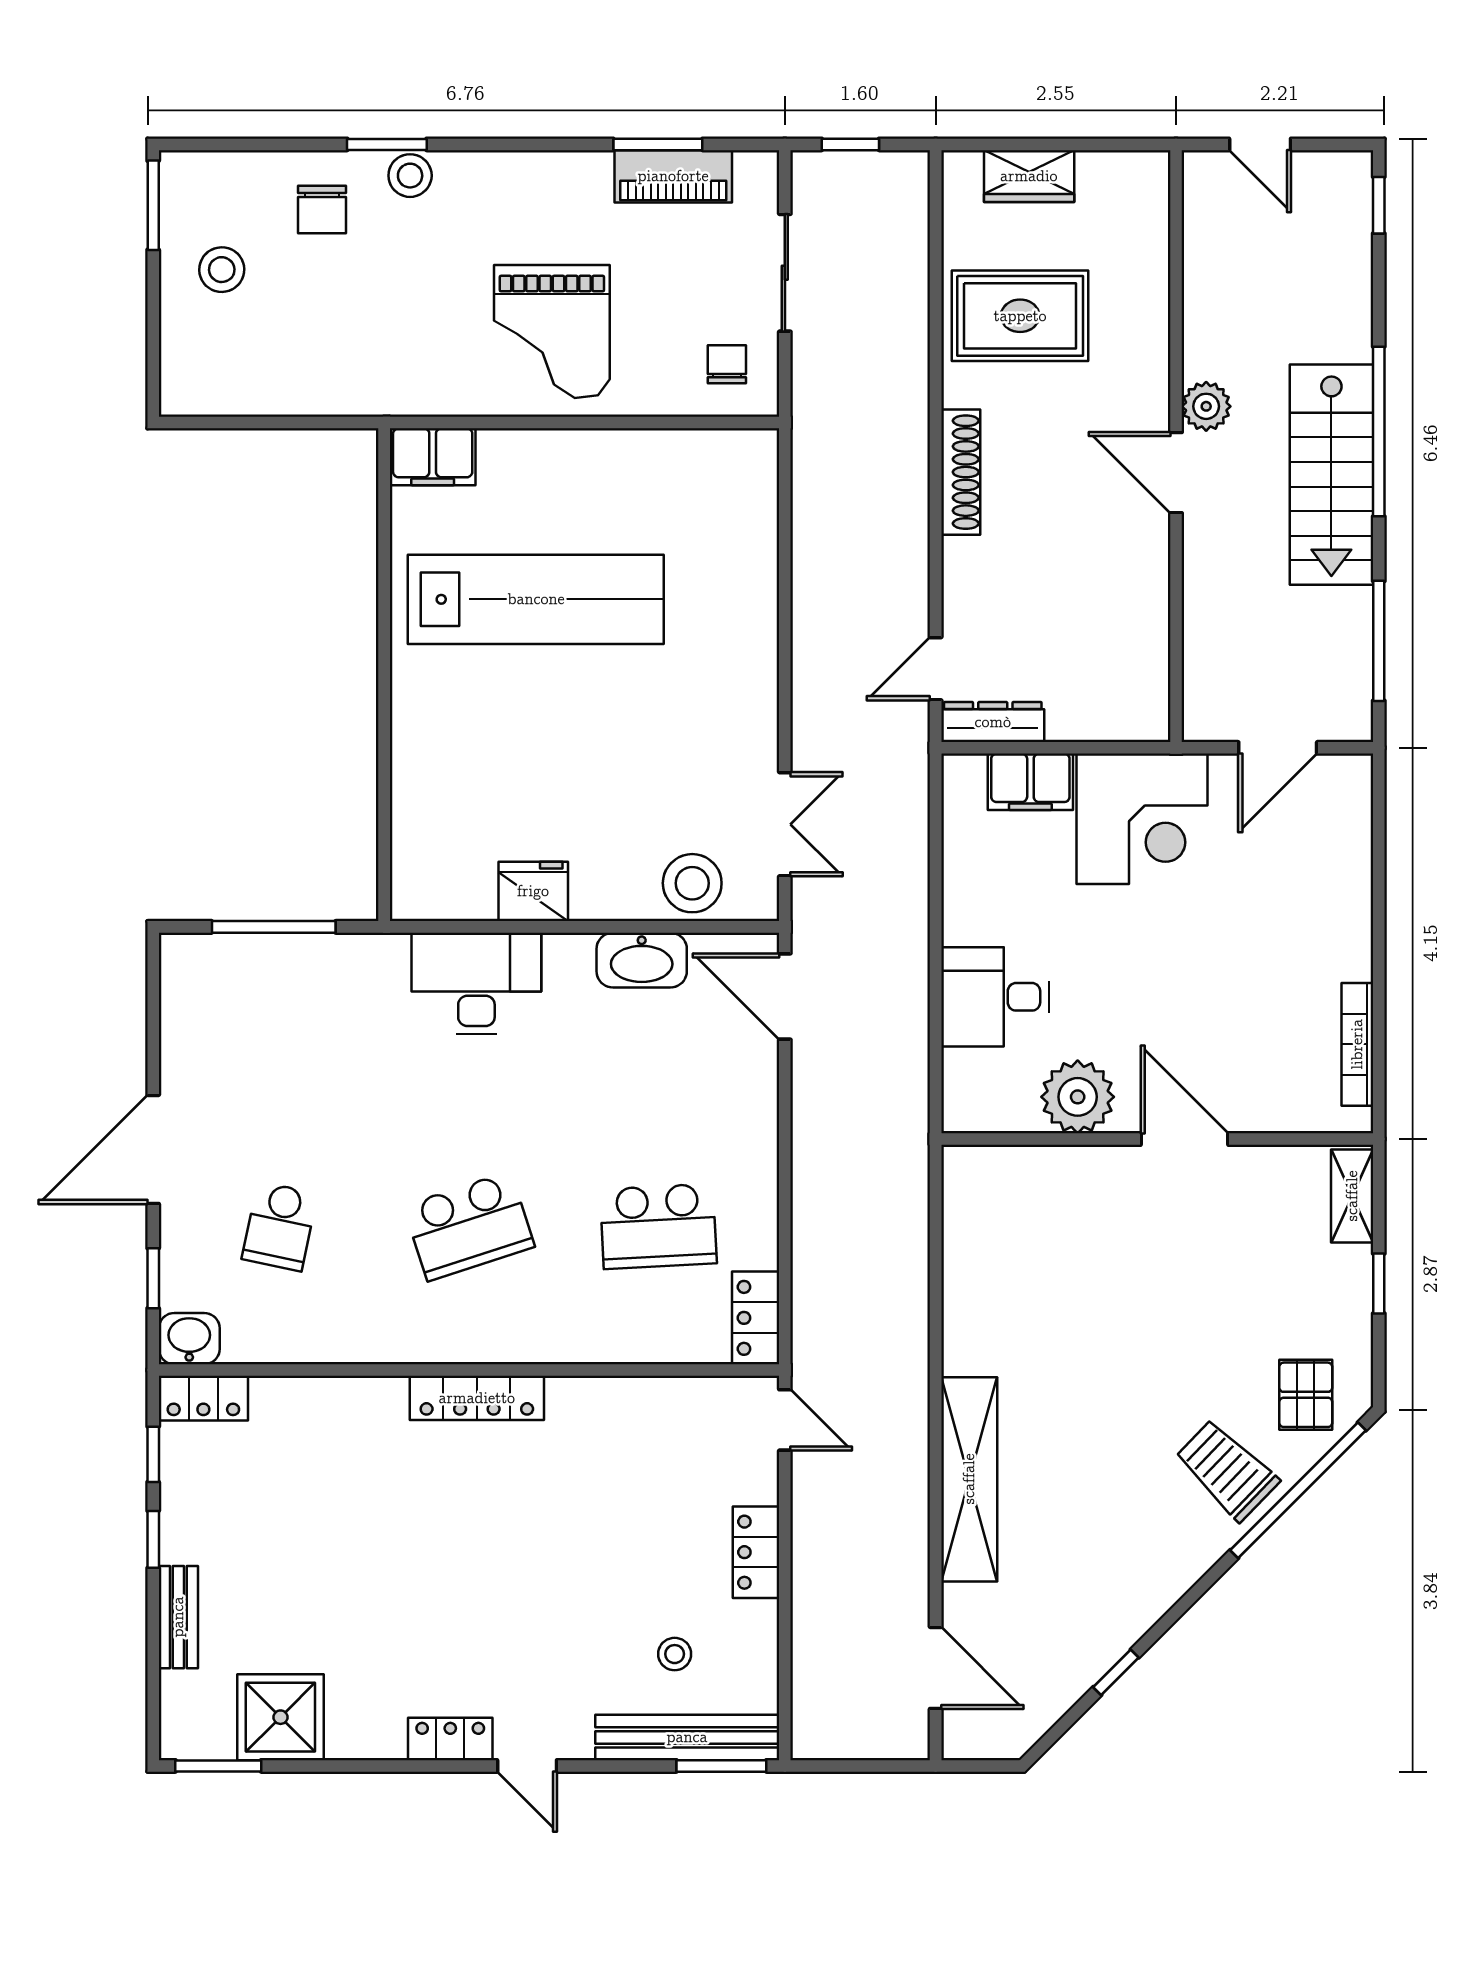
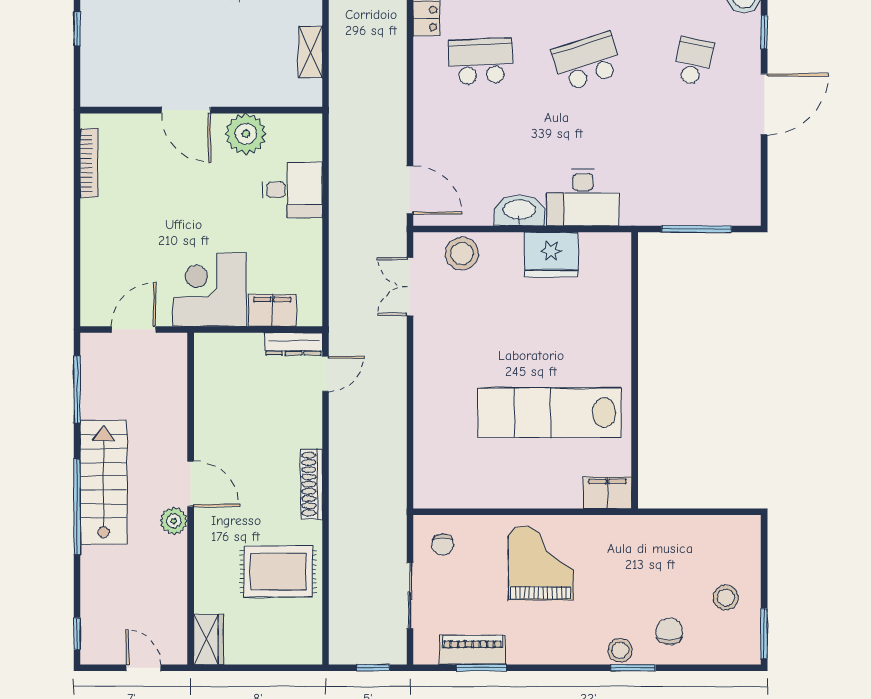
wardrobe: (1029, 176) -> (208, 639), moved, turned 90
fridge: (533, 891) -> (551, 255), width x1.36, depth x1.34
washbasin: (642, 960) -> (519, 210), moved
shelving: (1352, 1196) -> (310, 52), moved

